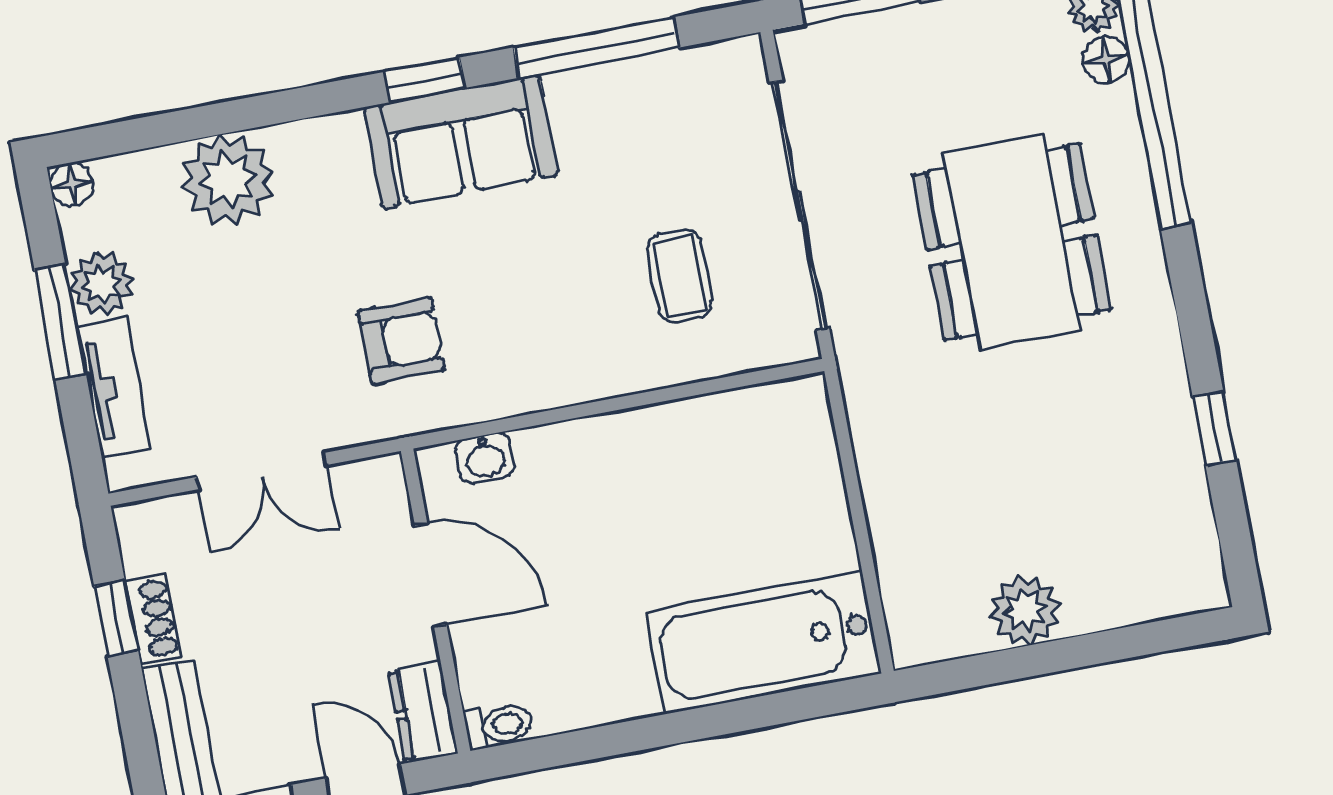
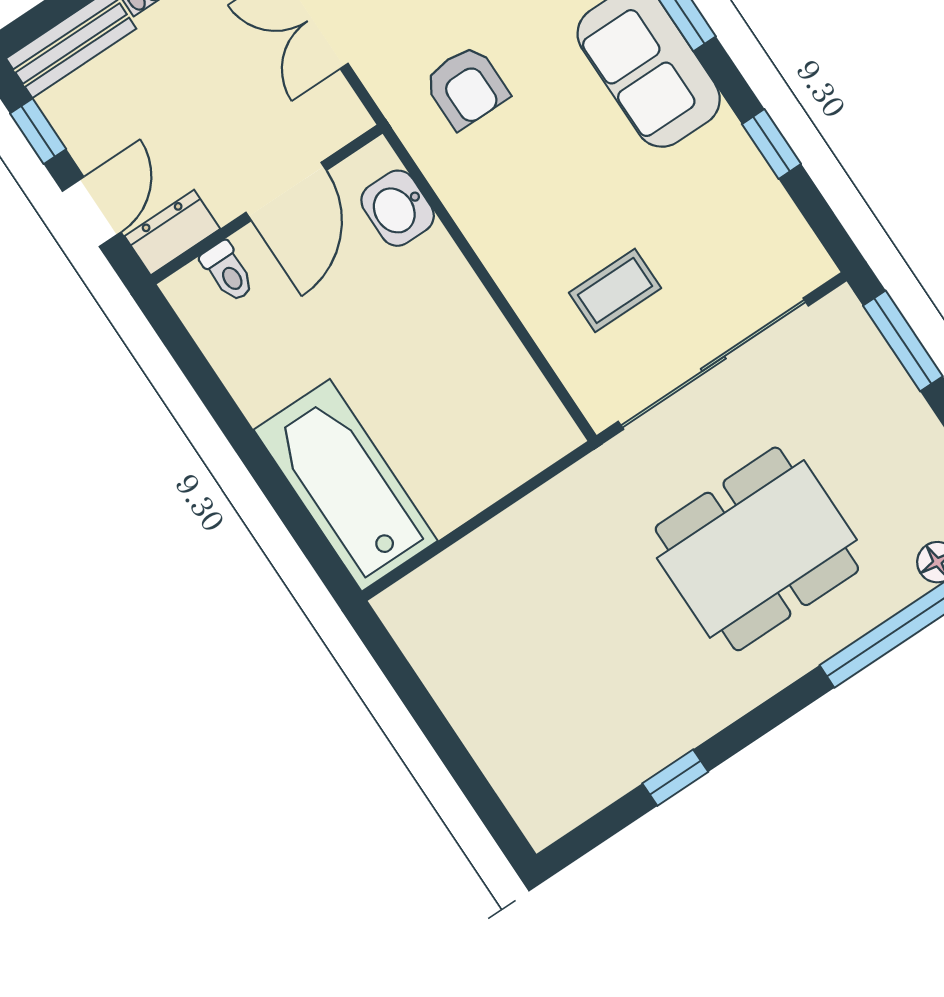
window: (596, 48) -> (771, 144), width x0.46
washbasin: (485, 458) -> (398, 208), width x1.38, depth x1.45
plant: (1025, 611) -> (462, 687), removed
toilet: (499, 725) -> (228, 272), moved

